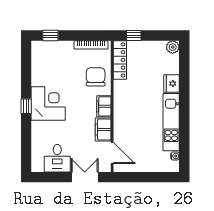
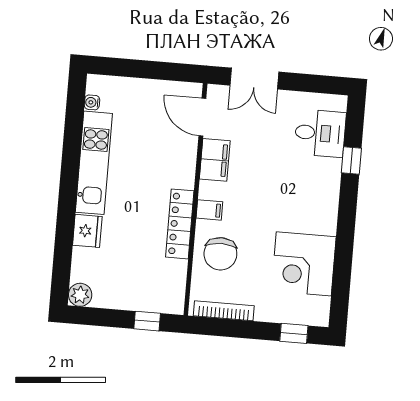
locker: (120, 60) -> (180, 224), moved
corner desk: (48, 104) -> (304, 264), moved
window: (26, 106) -> (351, 161), moved
filing cabinet: (104, 106) -> (209, 210), width x0.50
desk: (57, 158) -> (320, 133), moved, turned 90

